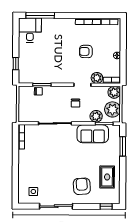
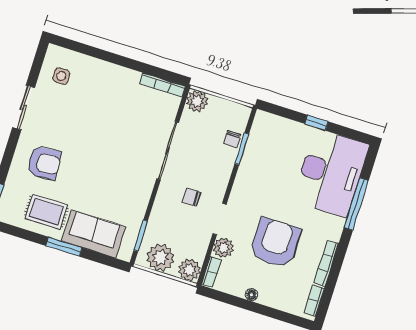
window: (40, 15) -> (356, 204), moved
desk: (30, 30) -> (331, 173), width x1.87, depth x1.30
armchair: (86, 51) -> (275, 243), width x1.88, depth x1.88
window: (16, 64) -> (316, 123), moved
plant: (96, 116) -> (197, 101), moved
sofa: (93, 134) -> (93, 234), moved, turned 90
window: (123, 146) -> (64, 247), moved
sliding door: (56, 206) -> (24, 107), width x0.73

